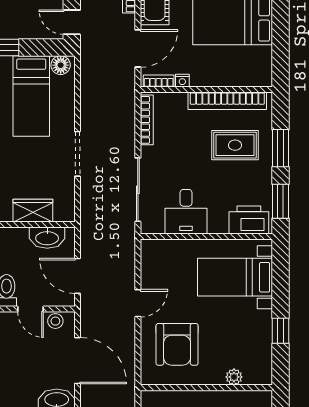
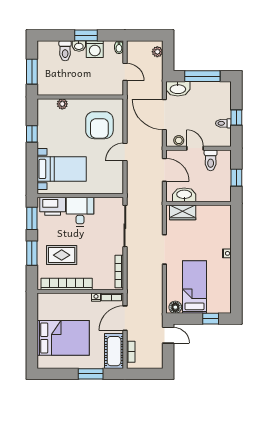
wardrobe: (33, 211) -> (183, 212), moved
desk: (186, 212) -> (80, 212), moved
armchair: (177, 344) -> (99, 125), turned 180

